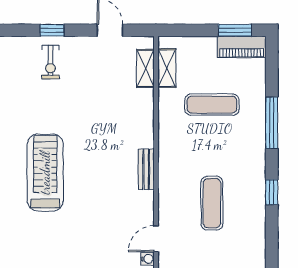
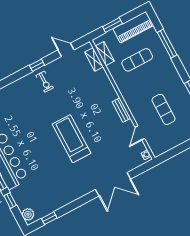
window: (235, 30) -> (112, 25), moved
piano: (242, 47) -> (133, 27), width x1.37, depth x1.33
window: (272, 123) -> (167, 44), moved
door: (156, 239) -> (140, 133), moved

